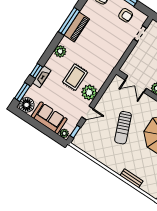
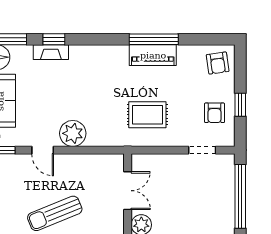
plant: (60, 51) -> (103, 55), removed
rug: (75, 77) -> (147, 115), moved
double door: (136, 84) -> (128, 191), swing flipped

